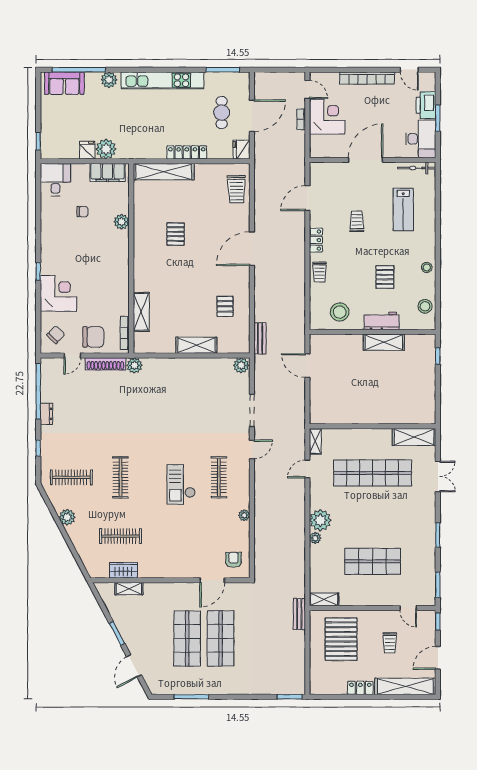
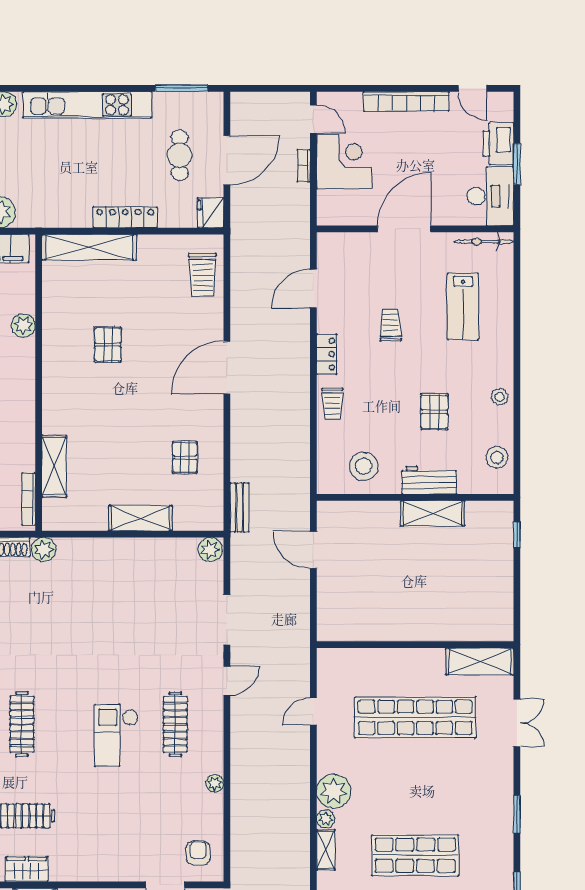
shelving: (315, 441) -> (326, 850), moved

